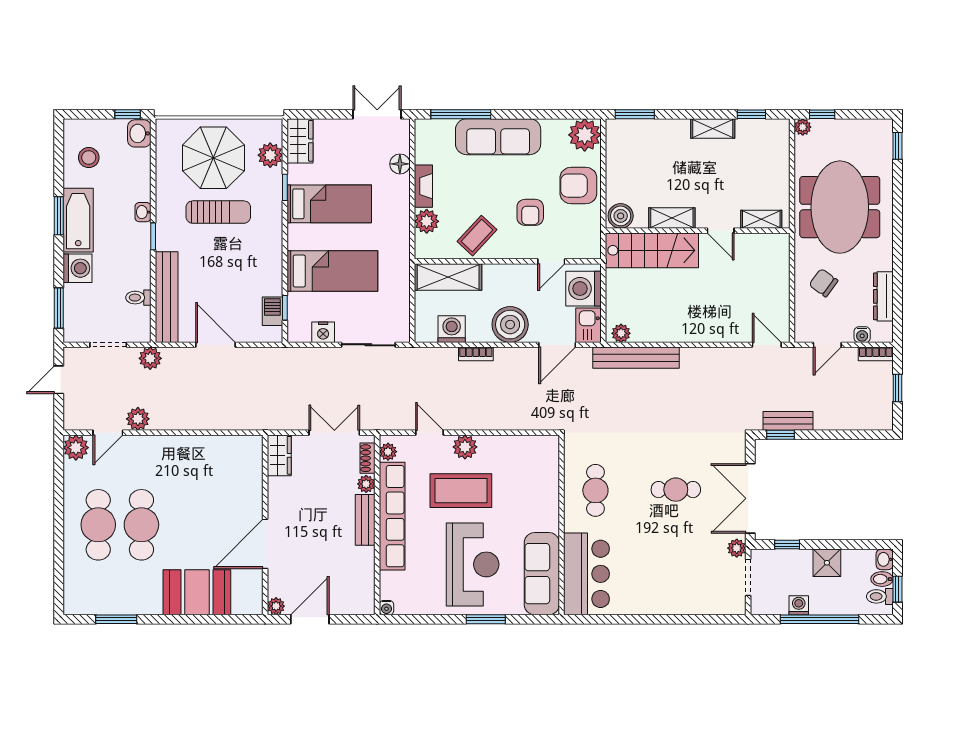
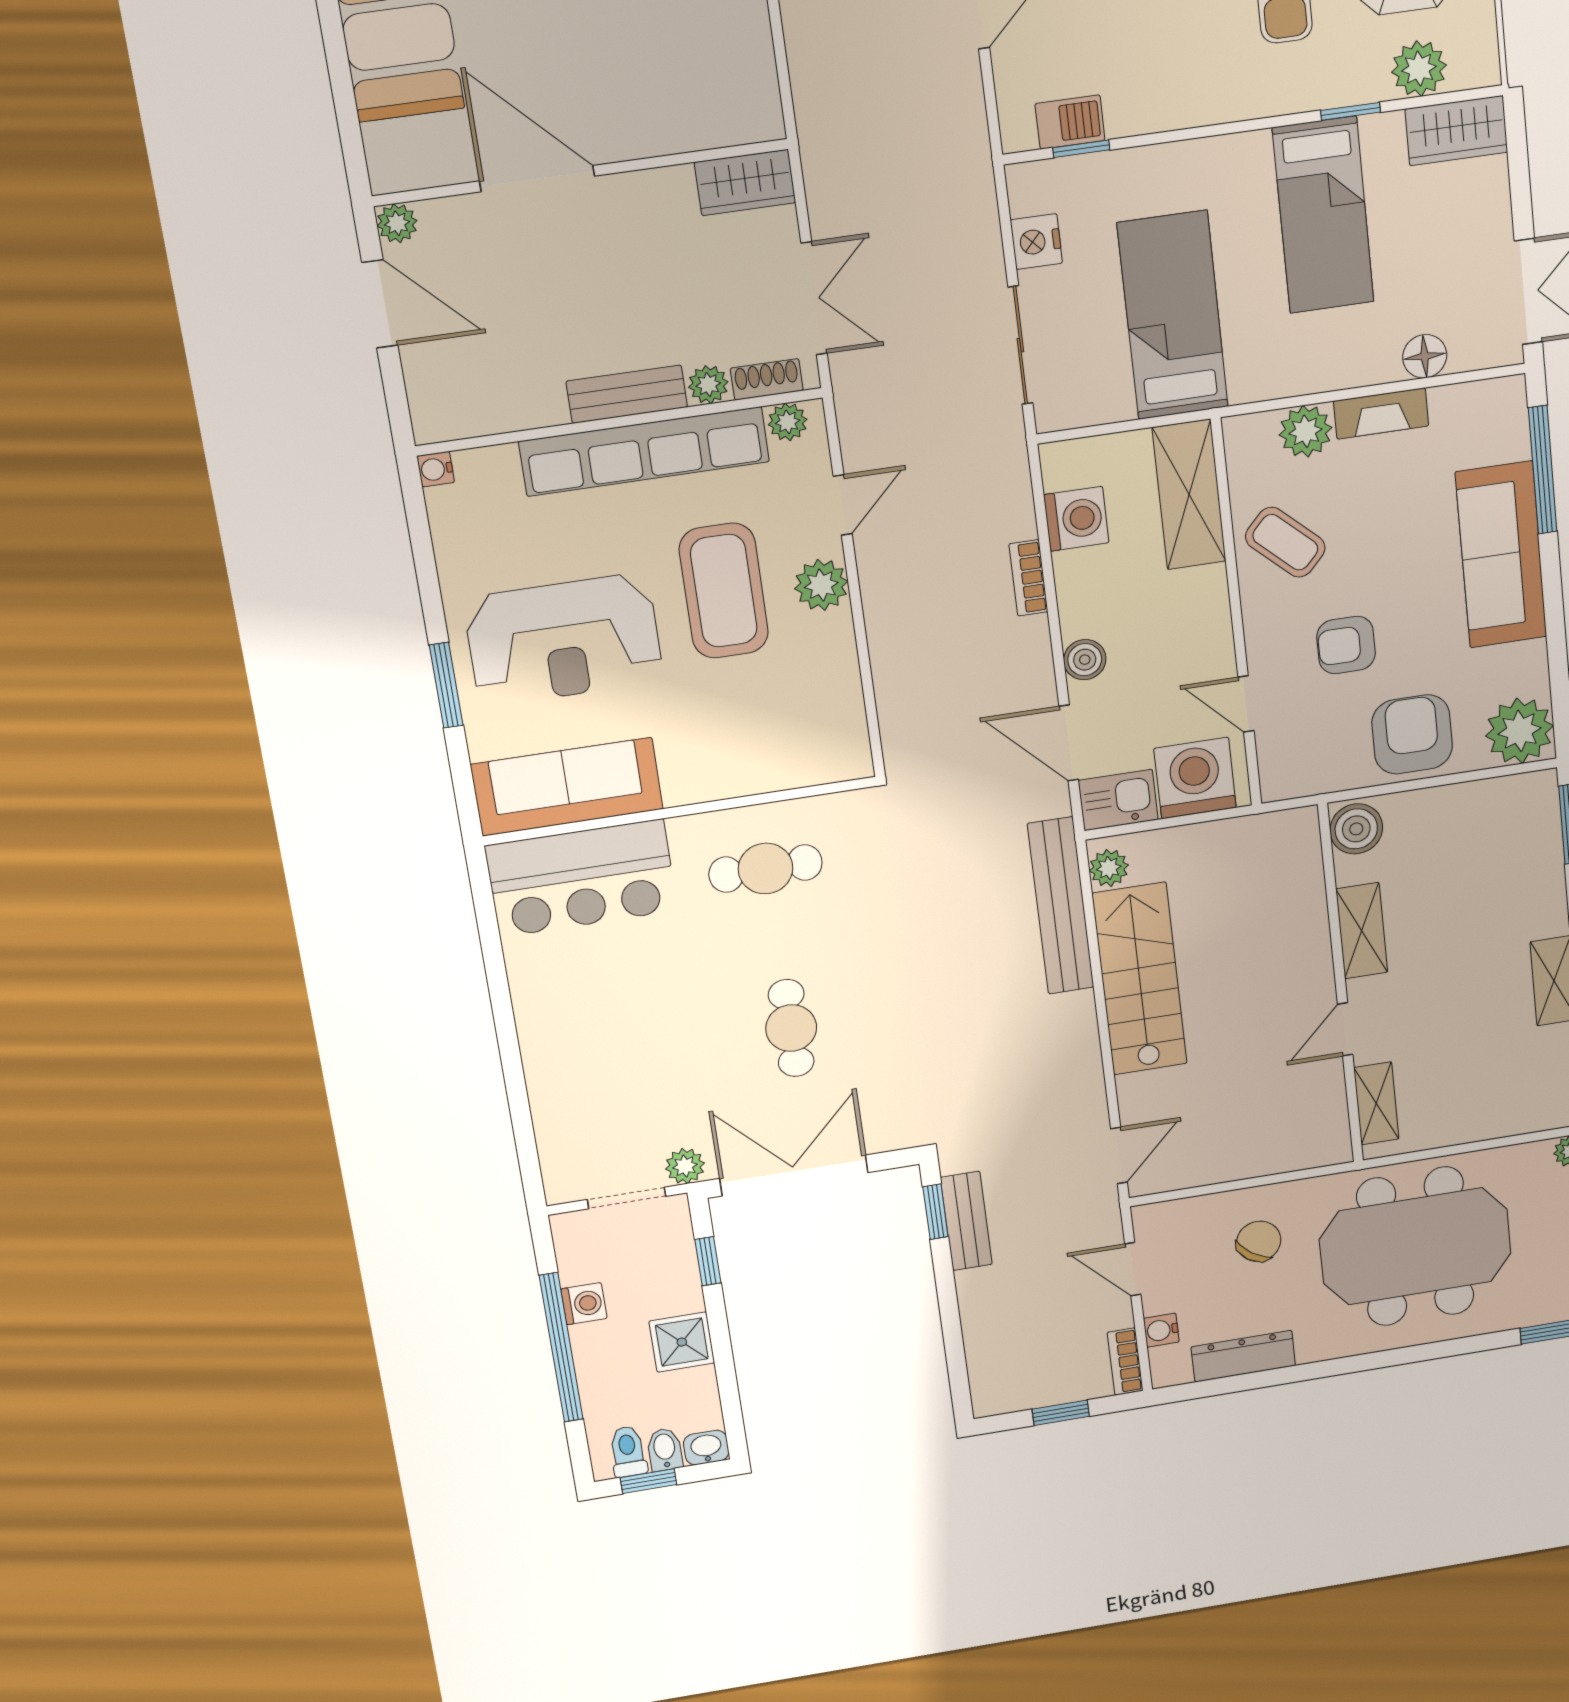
stairs: (652, 250) -> (1140, 979), moved, turned 180
bed: (332, 271) -> (1173, 315), moved, turned 180
boiler: (510, 325) -> (1085, 660), width x0.54, depth x0.54

